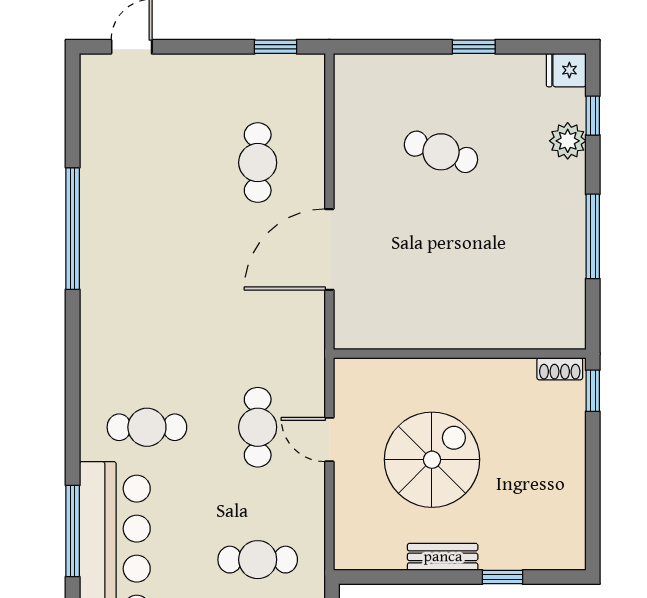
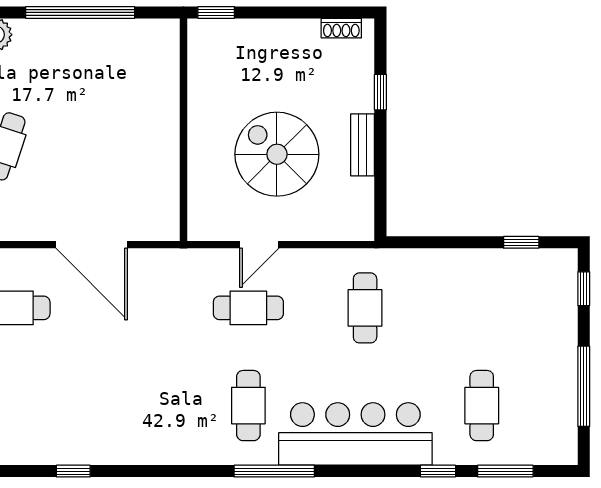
window: (73, 229) -> (73, 471), width x0.32
window: (593, 236) -> (80, 12), width x1.46
shoe rack: (560, 369) -> (341, 28), moved, turned 90
window: (73, 531) -> (274, 471), moved

